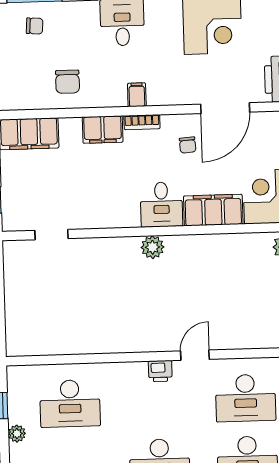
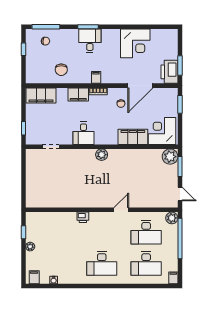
desk: (161, 205) -> (83, 133), moved
printer: (160, 371) -> (83, 217), moved
desk: (70, 403) -> (57, 232), removed

